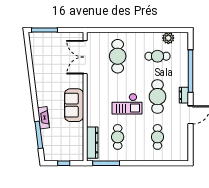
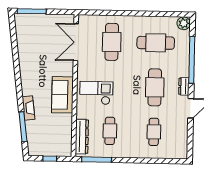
plant: (168, 38) -> (184, 23), moved
cafe table: (158, 56) -> (156, 43), width x1.37, depth x1.35
checkout: (127, 104) -> (96, 93), moved, turned 180

